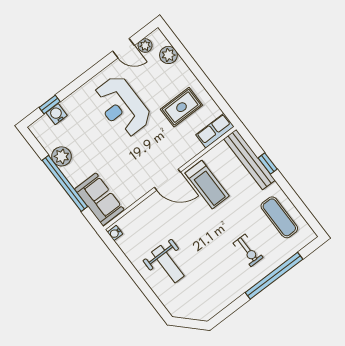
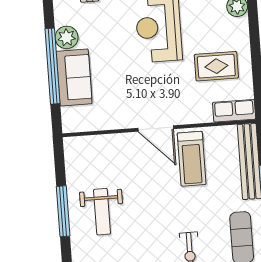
sofa: (99, 199) -> (74, 77), moved
water cooler: (115, 233) -> (70, 147), removed
window: (140, 282) -> (63, 211), added

